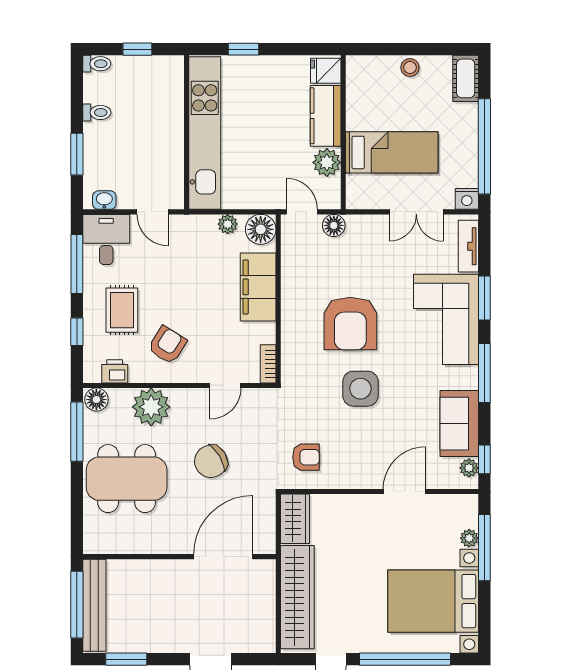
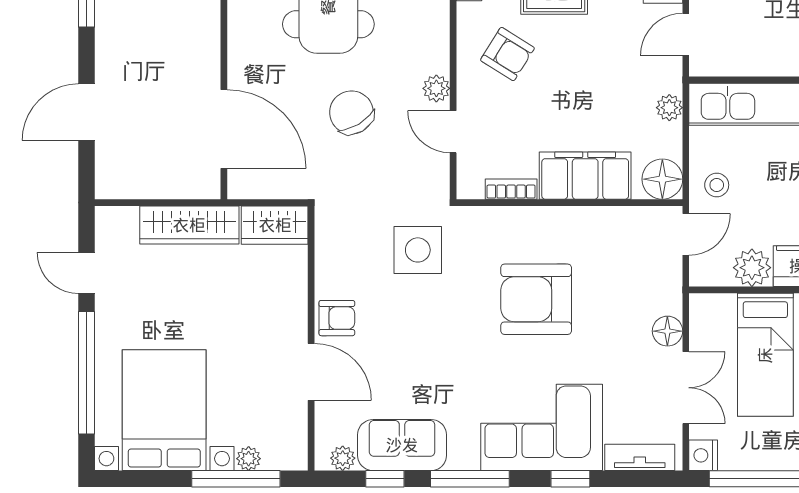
stool: (265, 189) -> (717, 185), added
double door: (416, 212) -> (686, 388), swing flipped
plant: (228, 224) -> (669, 108), moved
floor lamp: (334, 225) -> (667, 331), moved
window: (484, 298) -> (570, 479), width x0.67
bookcase: (268, 364) -> (511, 189), moved
side table: (360, 389) -> (418, 250), moved
plant: (151, 407) -> (436, 88), moved, width x0.53, depth x0.53
armchair: (306, 457) -> (337, 318), moved, turned -90
window: (484, 459) -> (385, 479), moved
wardrobe: (297, 597) -> (189, 225), width x0.71, depth x0.85

